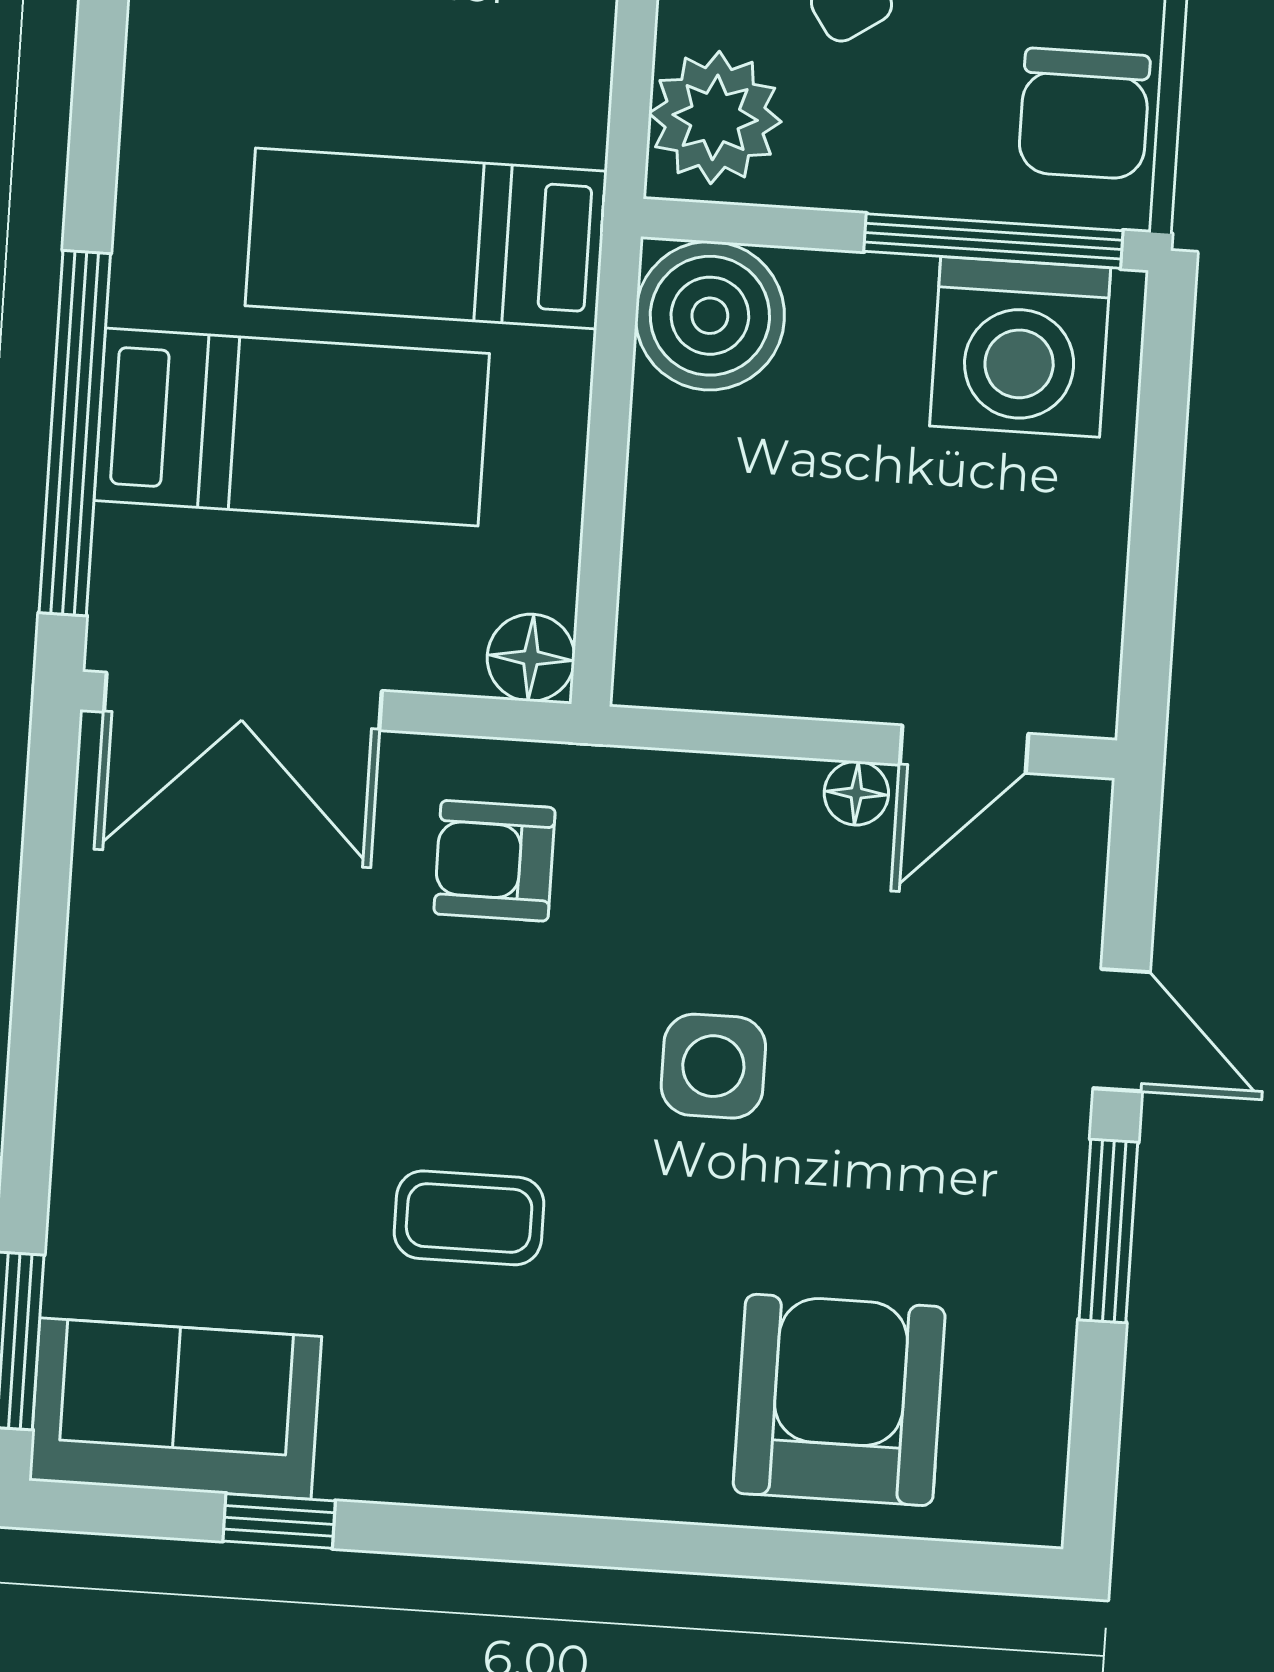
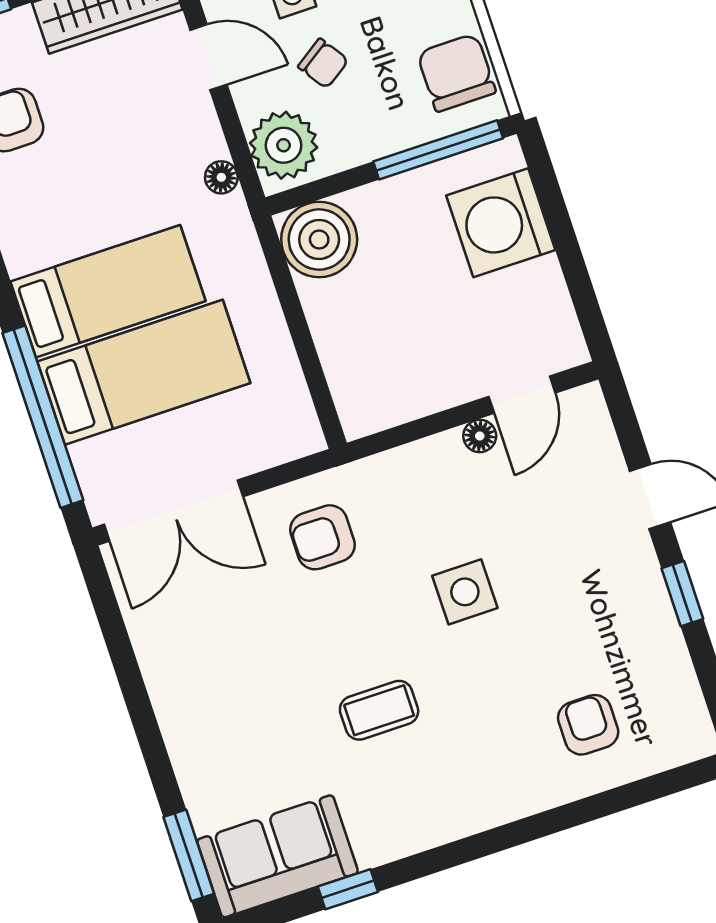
chair: (1084, 114) -> (456, 73), turned 180
bed: (426, 238) -> (108, 291), moved, turned 180
washing machine: (1020, 347) -> (501, 223), moved, turned 90
floor lamp: (531, 658) -> (221, 177), moved, width x0.73, depth x0.73
window: (1108, 1231) -> (682, 594), width x0.67
armchair: (839, 1400) -> (588, 725), width x0.53, depth x0.53

